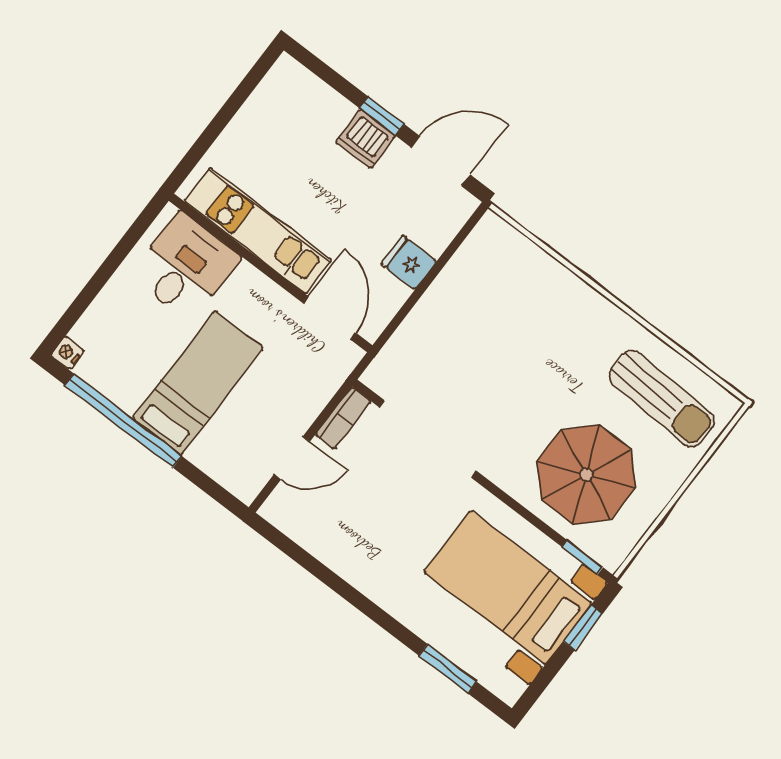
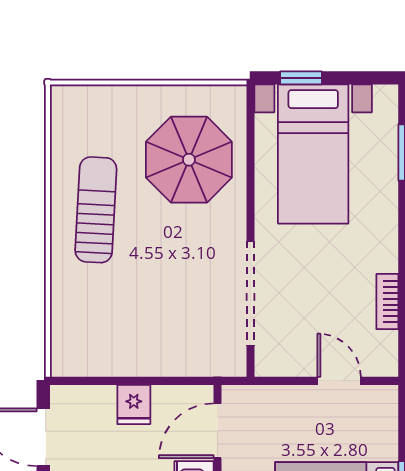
sun lounger: (662, 399) -> (96, 210), moved
bookcase: (343, 418) -> (387, 302), moved, turned -90
window: (582, 557) -> (251, 117), removed

